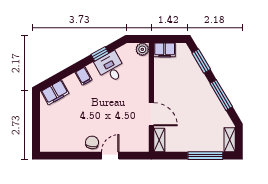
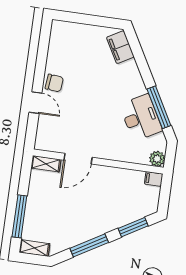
filing cabinet: (165, 50) -> (154, 179), width x0.50
window: (100, 54) -> (159, 107), width x2.17
desk: (110, 67) -> (141, 118), width x1.37
filing cabinet: (84, 76) -> (135, 84), removed

